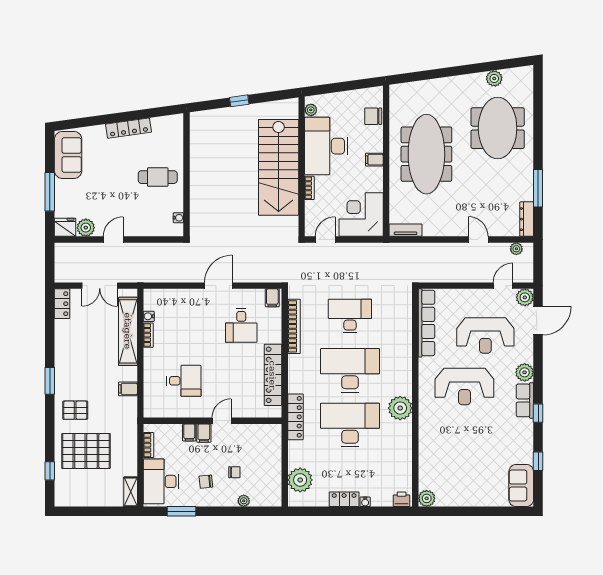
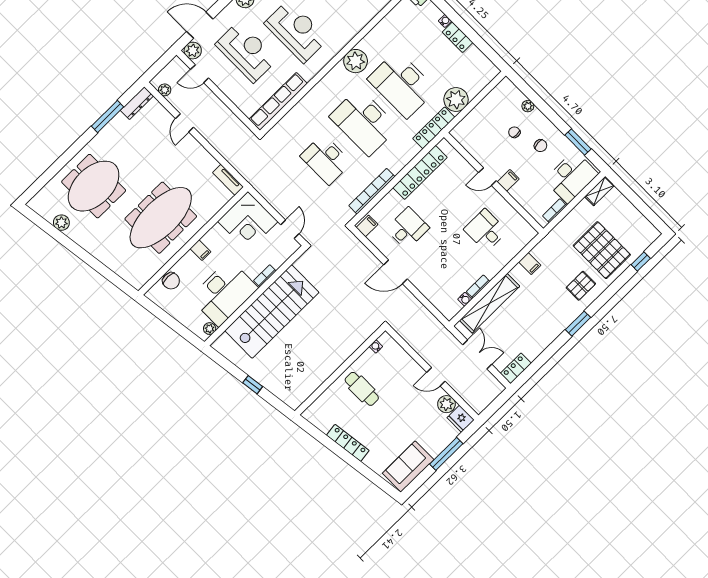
door: (325, 240) -> (290, 229), swing flipped
pallet: (75, 410) -> (581, 286), turned 90
filing cabinet: (189, 432) -> (518, 191), removed
plant: (300, 480) -> (456, 99), moved

